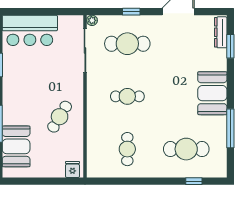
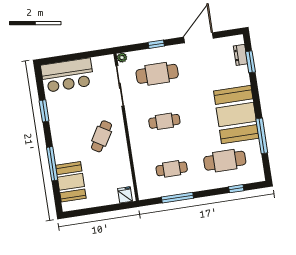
dresser: (221, 32) -> (240, 55), width x0.70
booth: (212, 93) -> (236, 115), width x1.36, depth x1.42
cafe table: (60, 117) -> (102, 136), moved
cafe table: (127, 149) -> (172, 169), turned 90
window: (129, 181) -> (177, 198), added

